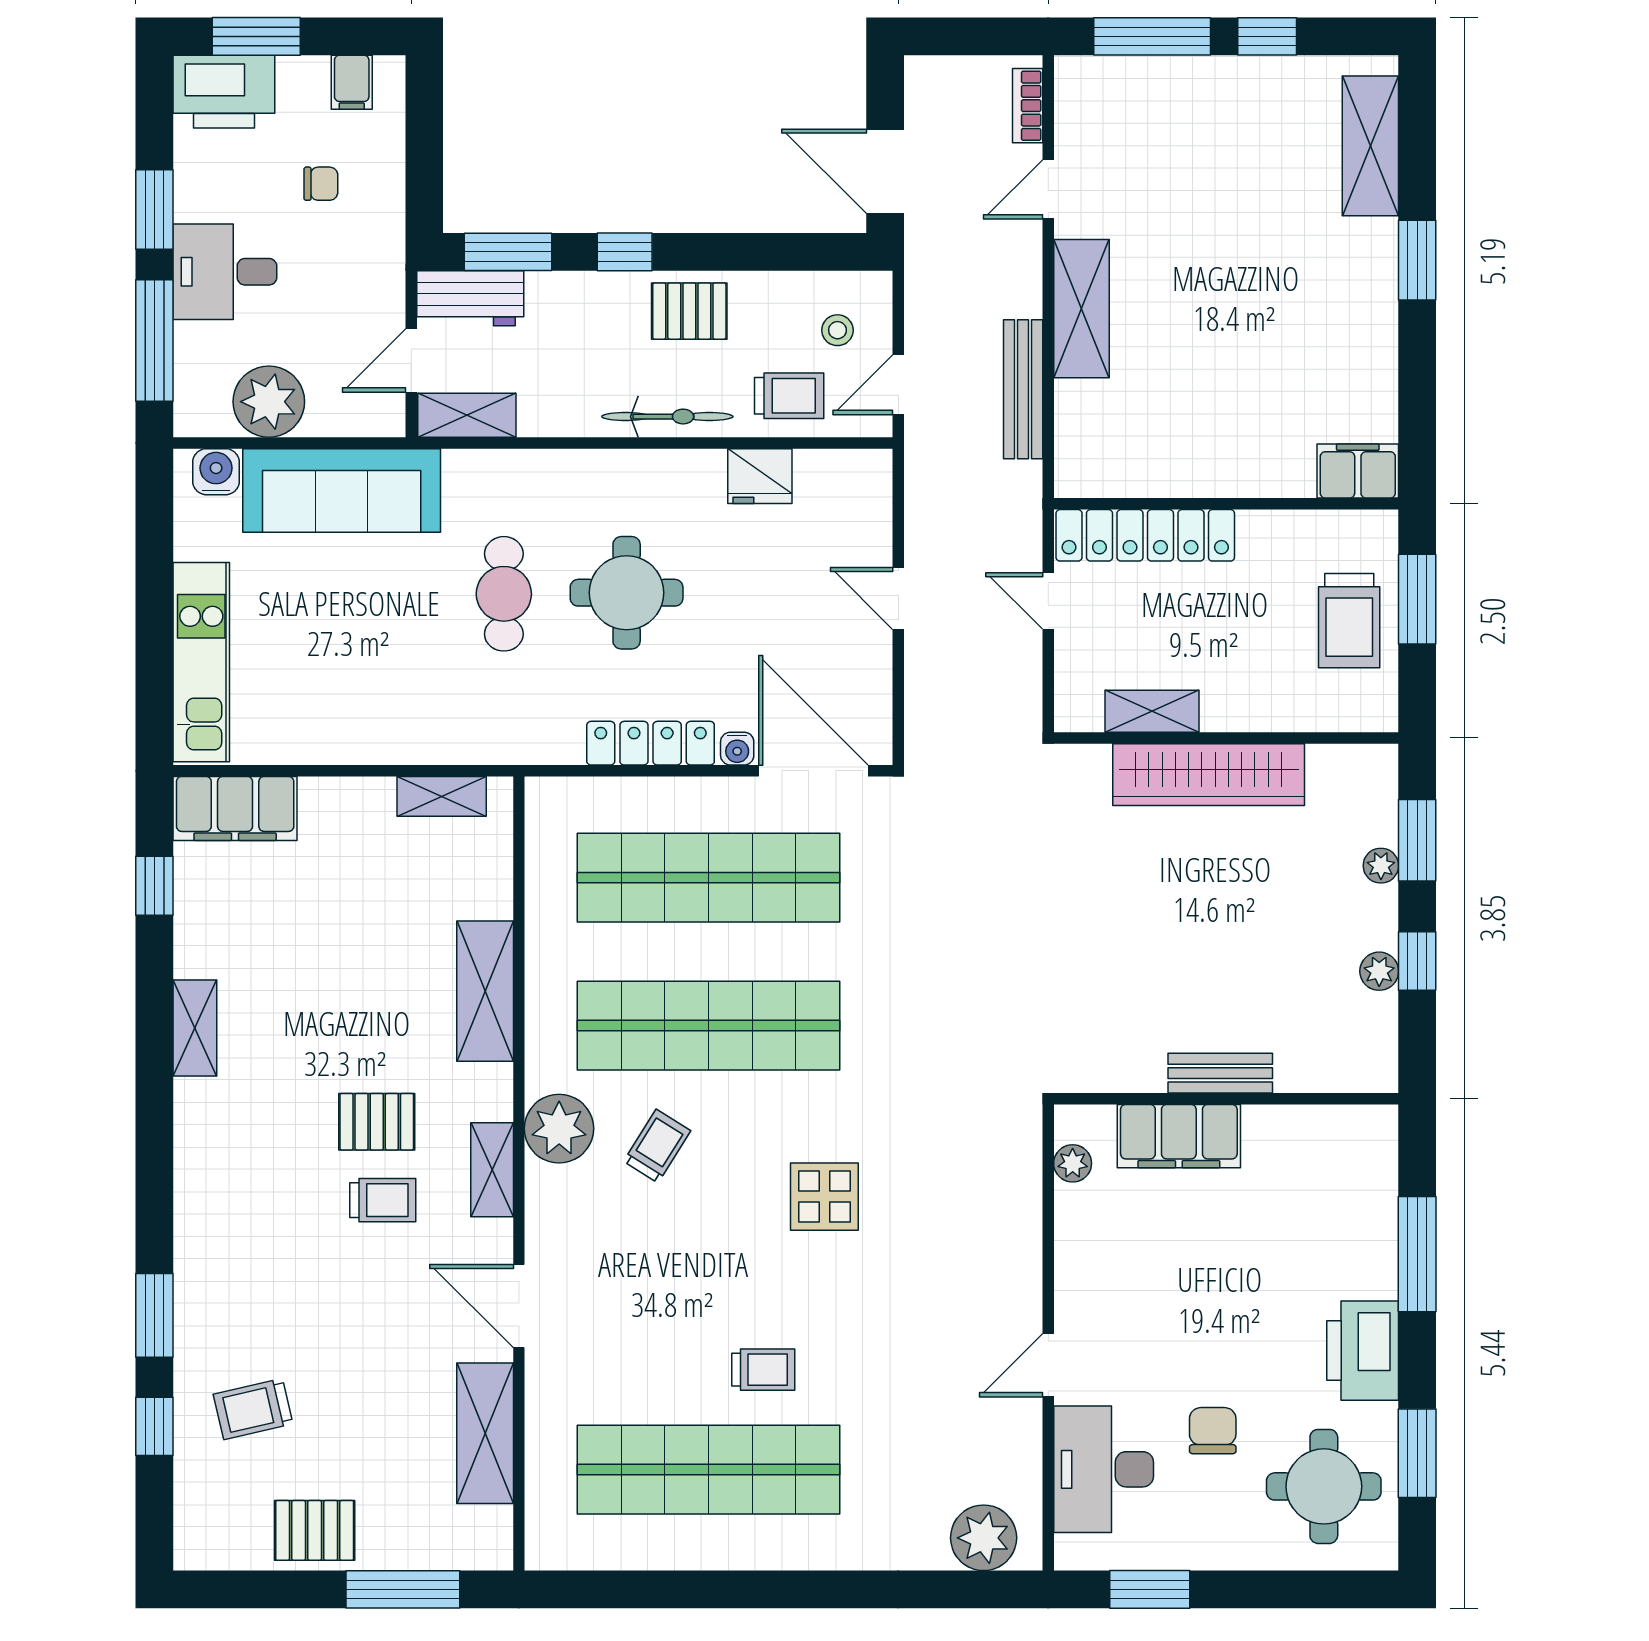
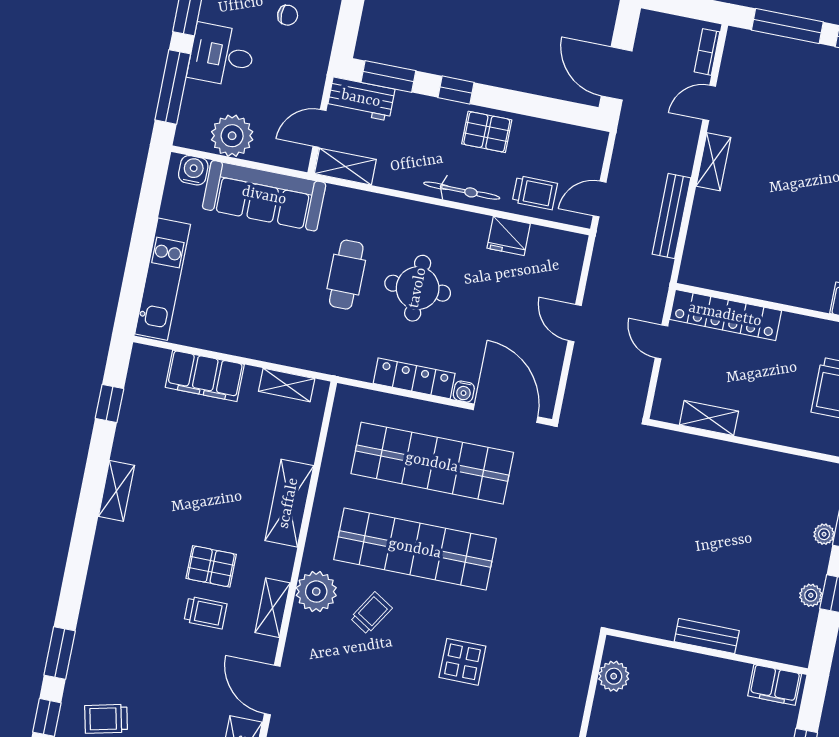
shelving: (1081, 309) -> (713, 162), width x0.67, depth x0.75
stool: (837, 330) -> (571, 160), removed
wardrobe: (1209, 775) -> (734, 461), removed
filing cabinet: (235, 808) -> (205, 376), moved
filing cabinet: (1179, 1136) -> (775, 685), moved, width x0.67, depth x0.86
plant: (1073, 1163) -> (614, 676), width x1.38, depth x1.38

